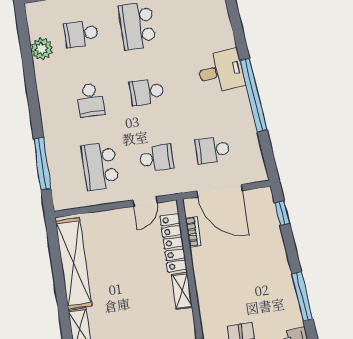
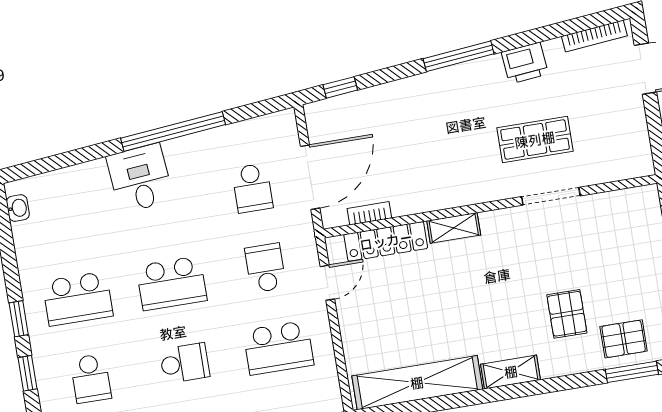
school desk: (147, 92) -> (172, 283), width x1.85
door: (145, 201) -> (327, 283), hinge flipped

